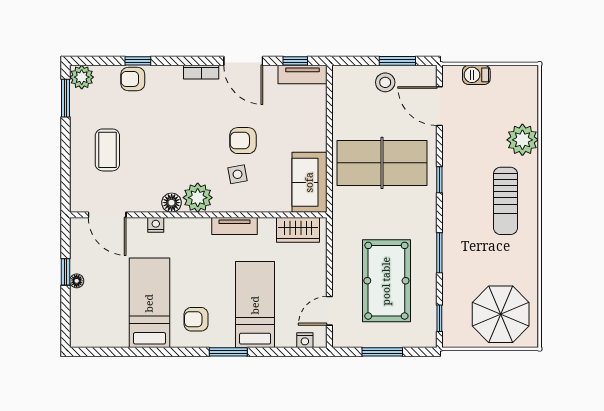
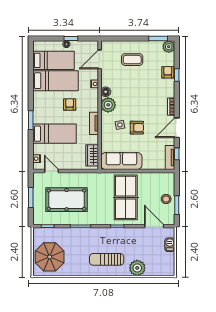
door: (439, 106) -> (154, 226), hinge flipped
armchair: (243, 141) -> (137, 128), turned 90
sofa: (309, 182) -> (121, 161), width x1.36
bed: (109, 307) -> (53, 60), added
armchair: (196, 319) -> (70, 105), moved

